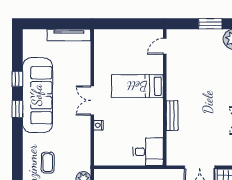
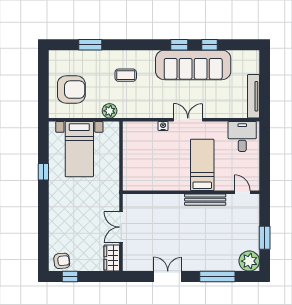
bench: (172, 116) -> (205, 200), moved, width x1.36
desk: (148, 152) -> (242, 136), moved, turned 180

